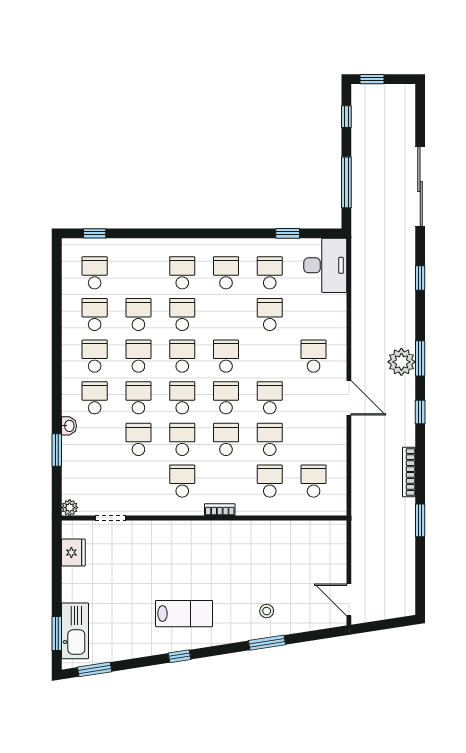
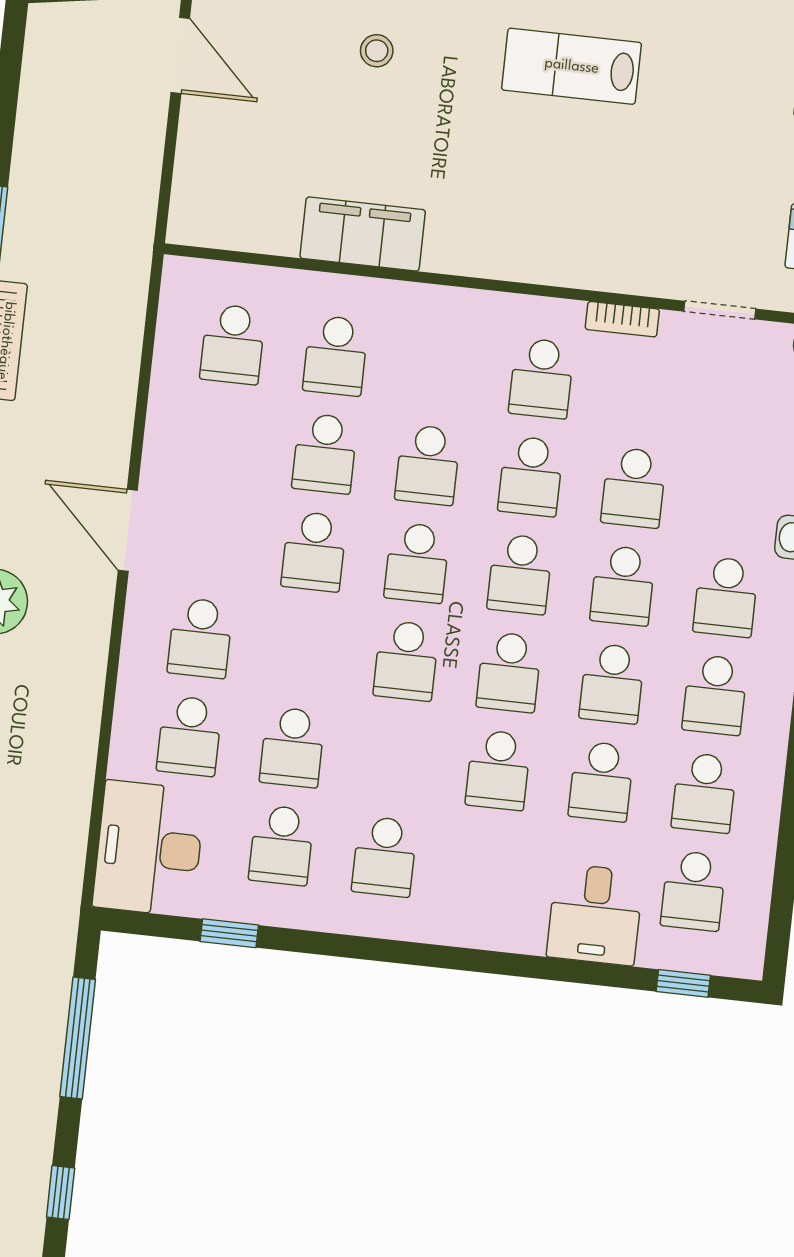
desk: (135, 258) -> (595, 914), added
school desk: (182, 273) -> (189, 736), moved
bookcase: (220, 510) -> (622, 319), moved
filing cabinet: (264, 533) -> (363, 234), added

